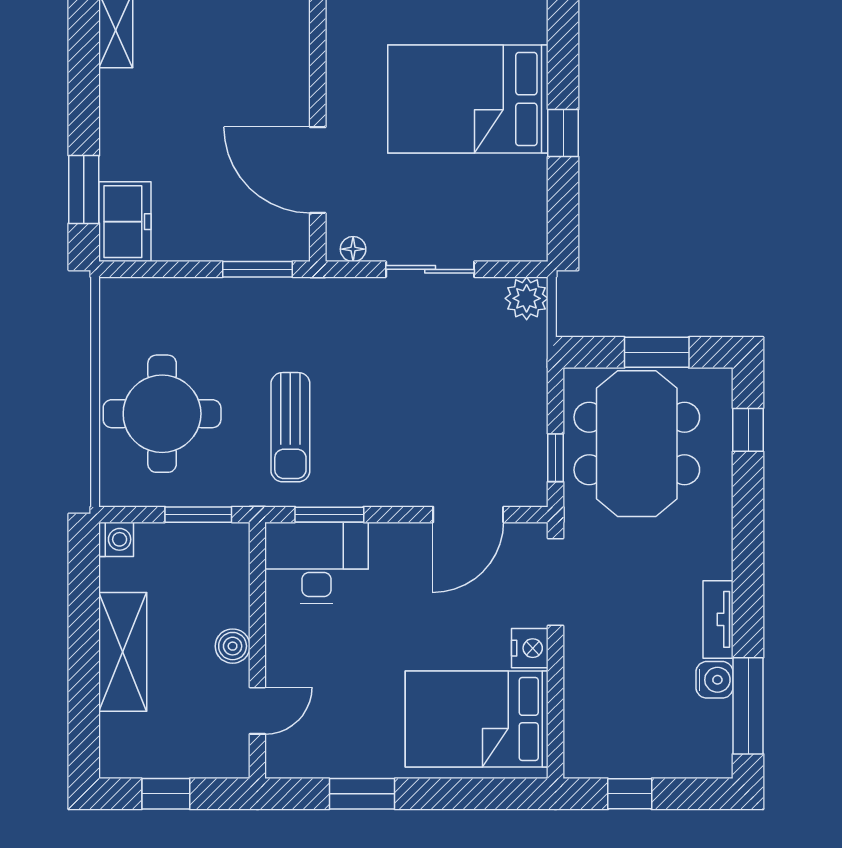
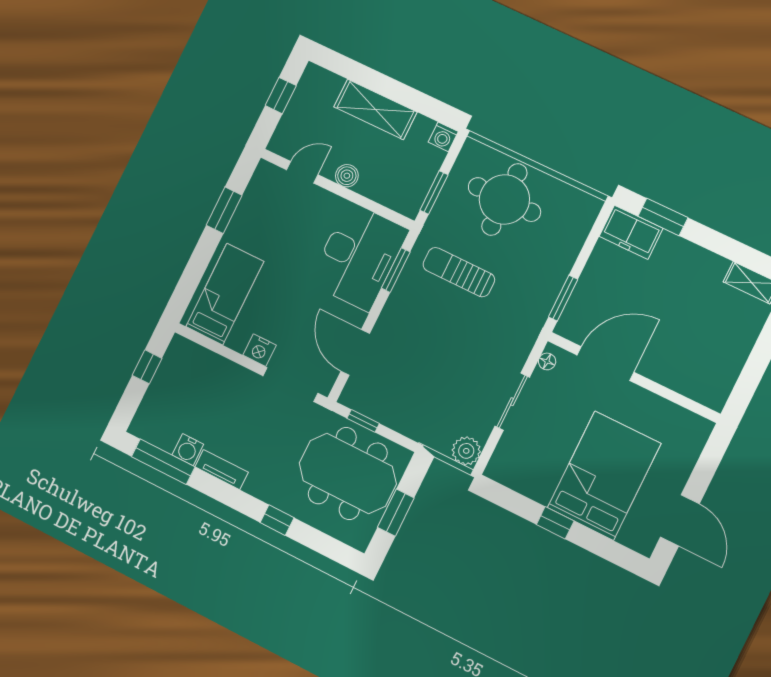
window: (748, 430) -> (277, 520), moved
desk: (317, 563) -> (359, 256), width x1.36, depth x1.30
door: (257, 711) -> (302, 172), swing flipped
bed: (477, 719) -> (225, 294), width x0.67

